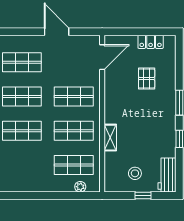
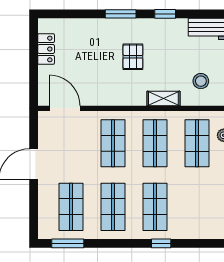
pallet: (147, 78) -> (133, 57), moved, turned 90
stool: (135, 173) -> (201, 81), moved

